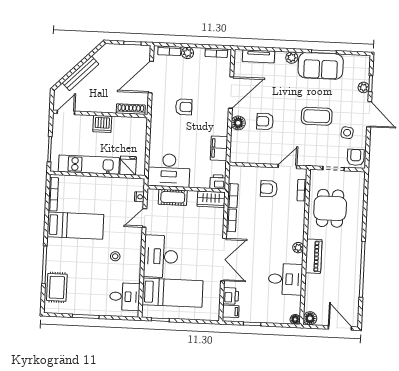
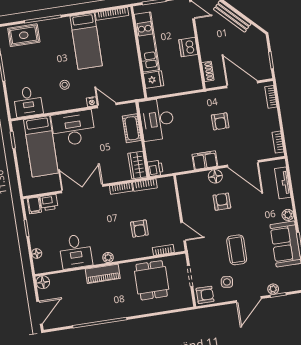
plant: (188, 53) -> (272, 115), removed
shoe rack: (131, 109) -> (208, 71), width x0.70
filing cabinet: (219, 148) -> (205, 160), moved
armchair: (269, 189) -> (139, 229), moved, turned 180
nightstand: (139, 197) -> (92, 102), moved
dining table: (330, 208) -> (152, 280), turned 90
double door: (223, 260) -> (82, 189), swing flipped
floor lamp: (295, 319) -> (37, 253), moved

